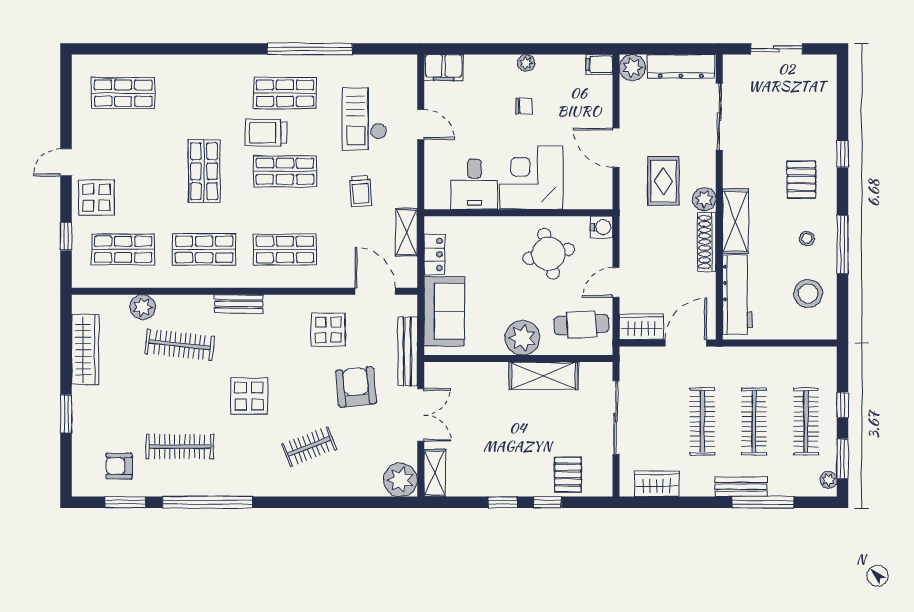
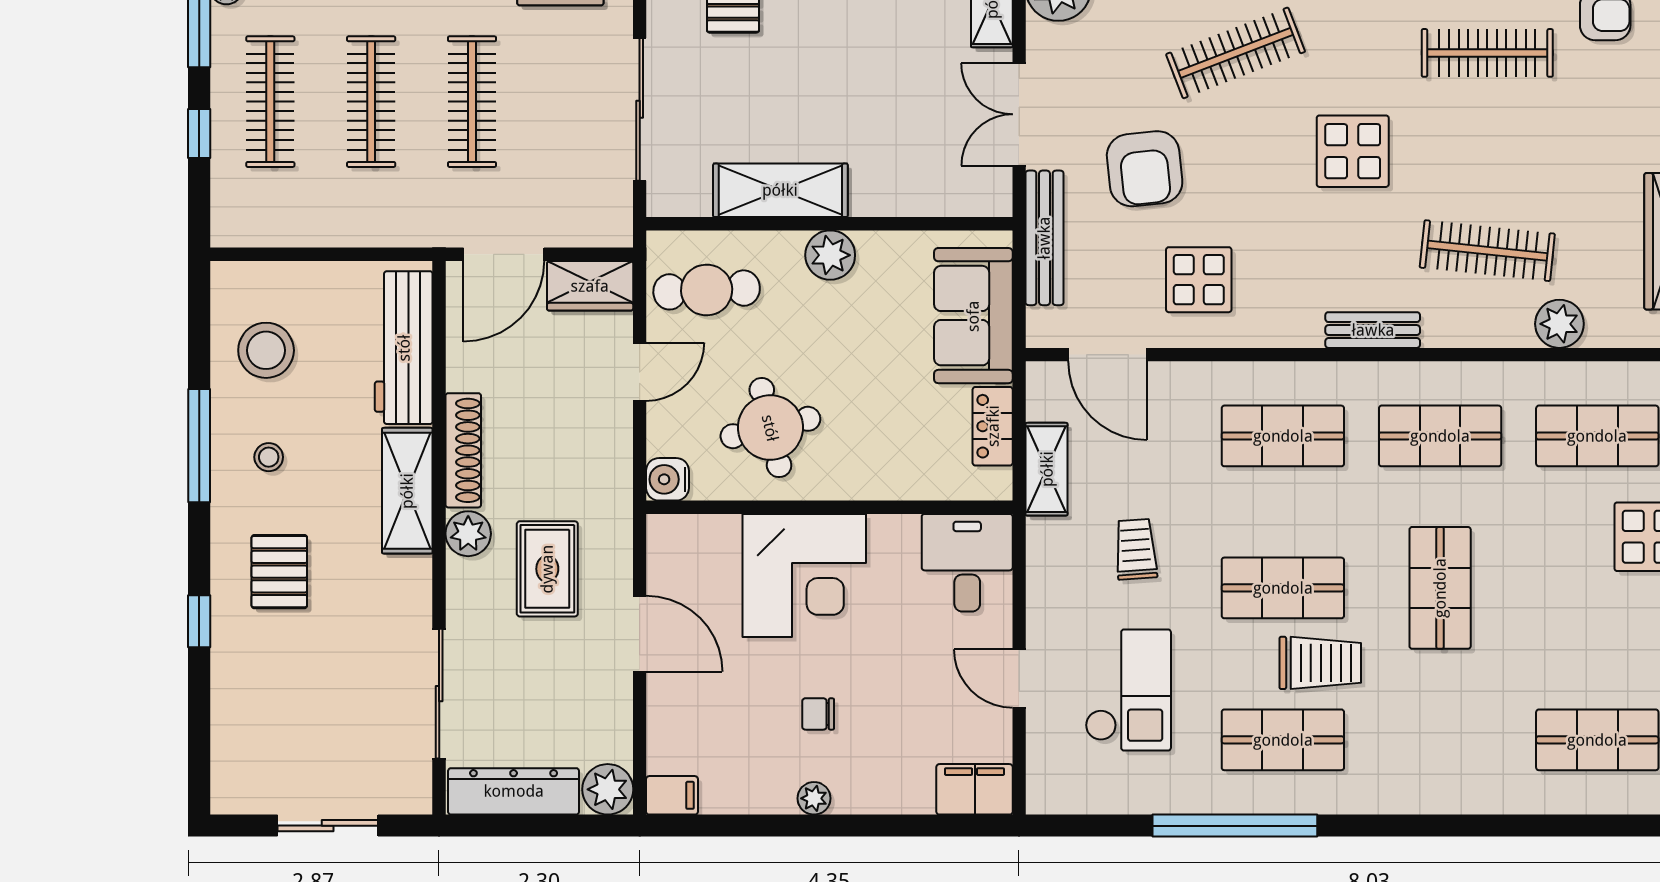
desk: (474, 184) -> (967, 563), moved
plant: (523, 338) -> (830, 255), width x0.73, depth x0.73
clothes rail: (309, 446) -> (1236, 53), width x1.36

